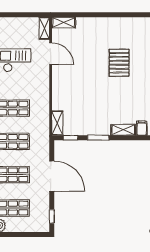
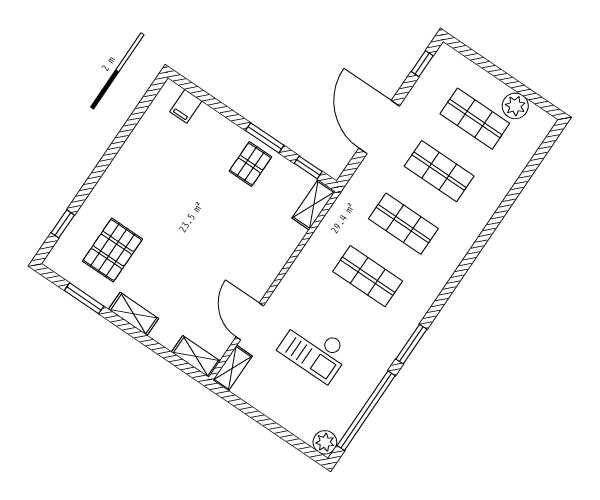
window: (129, 15) -> (84, 298), added
pallet: (119, 63) -> (112, 250), moved
pallet: (97, 122) -> (250, 164), added
shelving: (123, 130) -> (134, 314), moved

